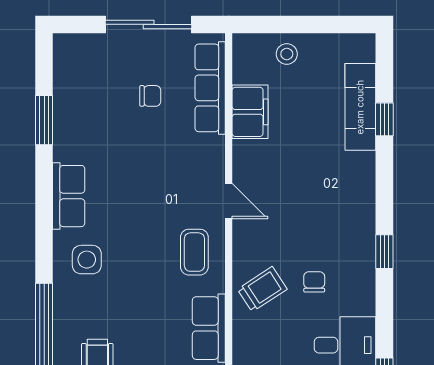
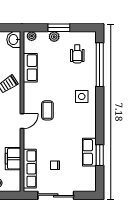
row of seats: (69, 196) -> (89, 152), moved
door: (229, 201) -> (22, 121), swing flipped
coffee table: (194, 252) -> (47, 110), moved

